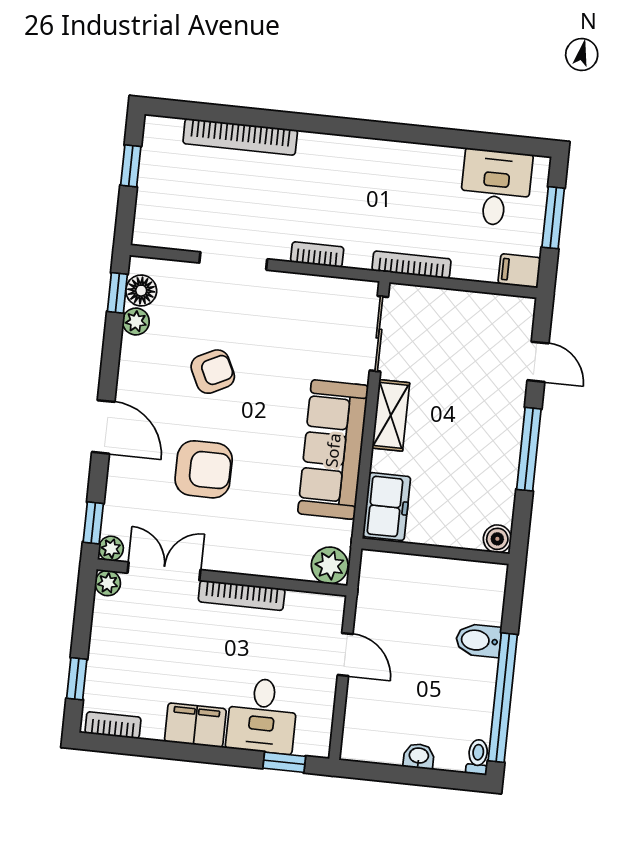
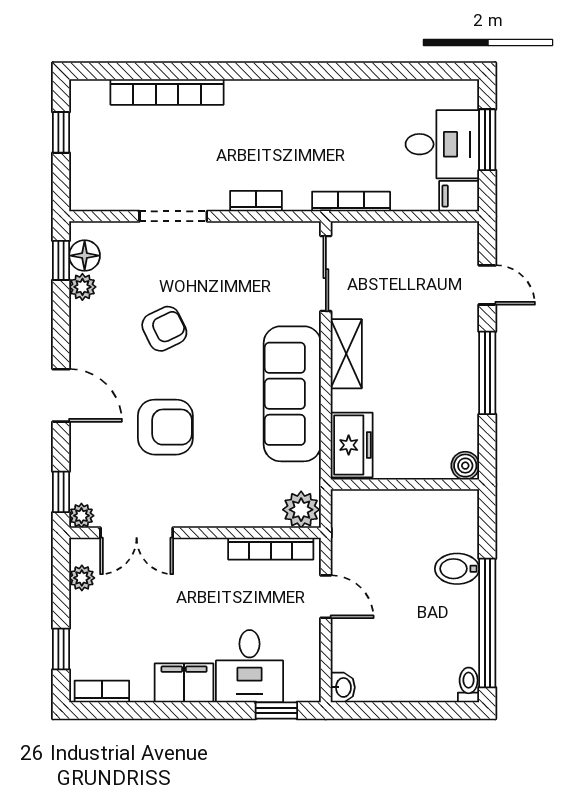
desk: (496, 188) -> (442, 144), moved, turned 90
double door: (164, 571) -> (137, 533), swing flipped
plant: (108, 583) -> (82, 578), moved
bookcase: (242, 595) -> (271, 549), moved
washbasin: (419, 756) -> (343, 687), moved, turned 90

